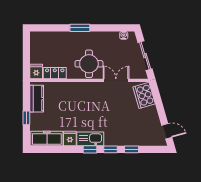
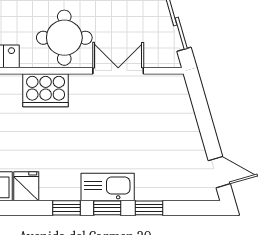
cooker: (144, 95) -> (46, 90), moved, turned -74
kitchen sink: (90, 139) -> (108, 187), moved

